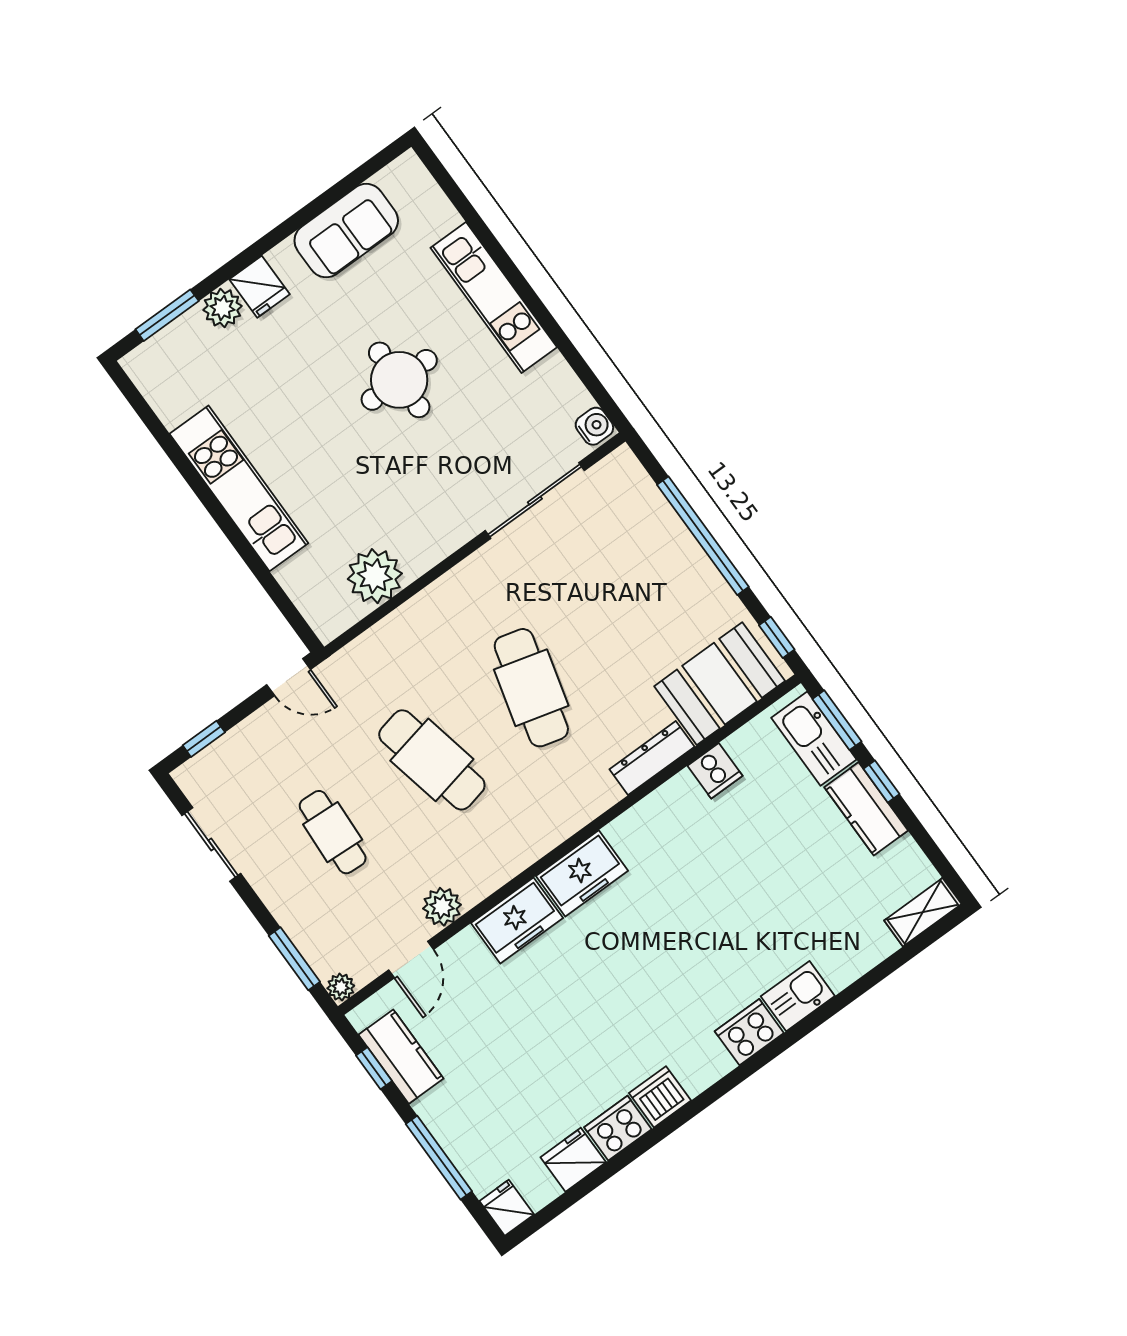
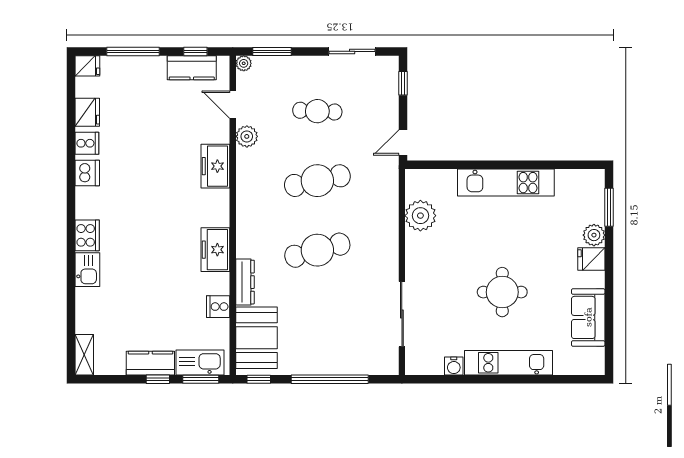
water cooler: (594, 426) -> (454, 366), moved
cafe table: (531, 688) -> (317, 250), turned -30
freezer: (582, 873) -> (215, 250), moved
cooker: (618, 1128) -> (87, 143), width x0.73

